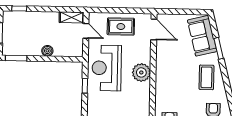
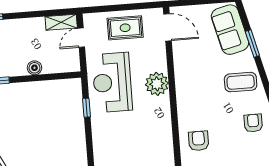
door: (86, 31) -> (81, 38), swing flipped
coffee table: (206, 77) -> (241, 82), turned 90

